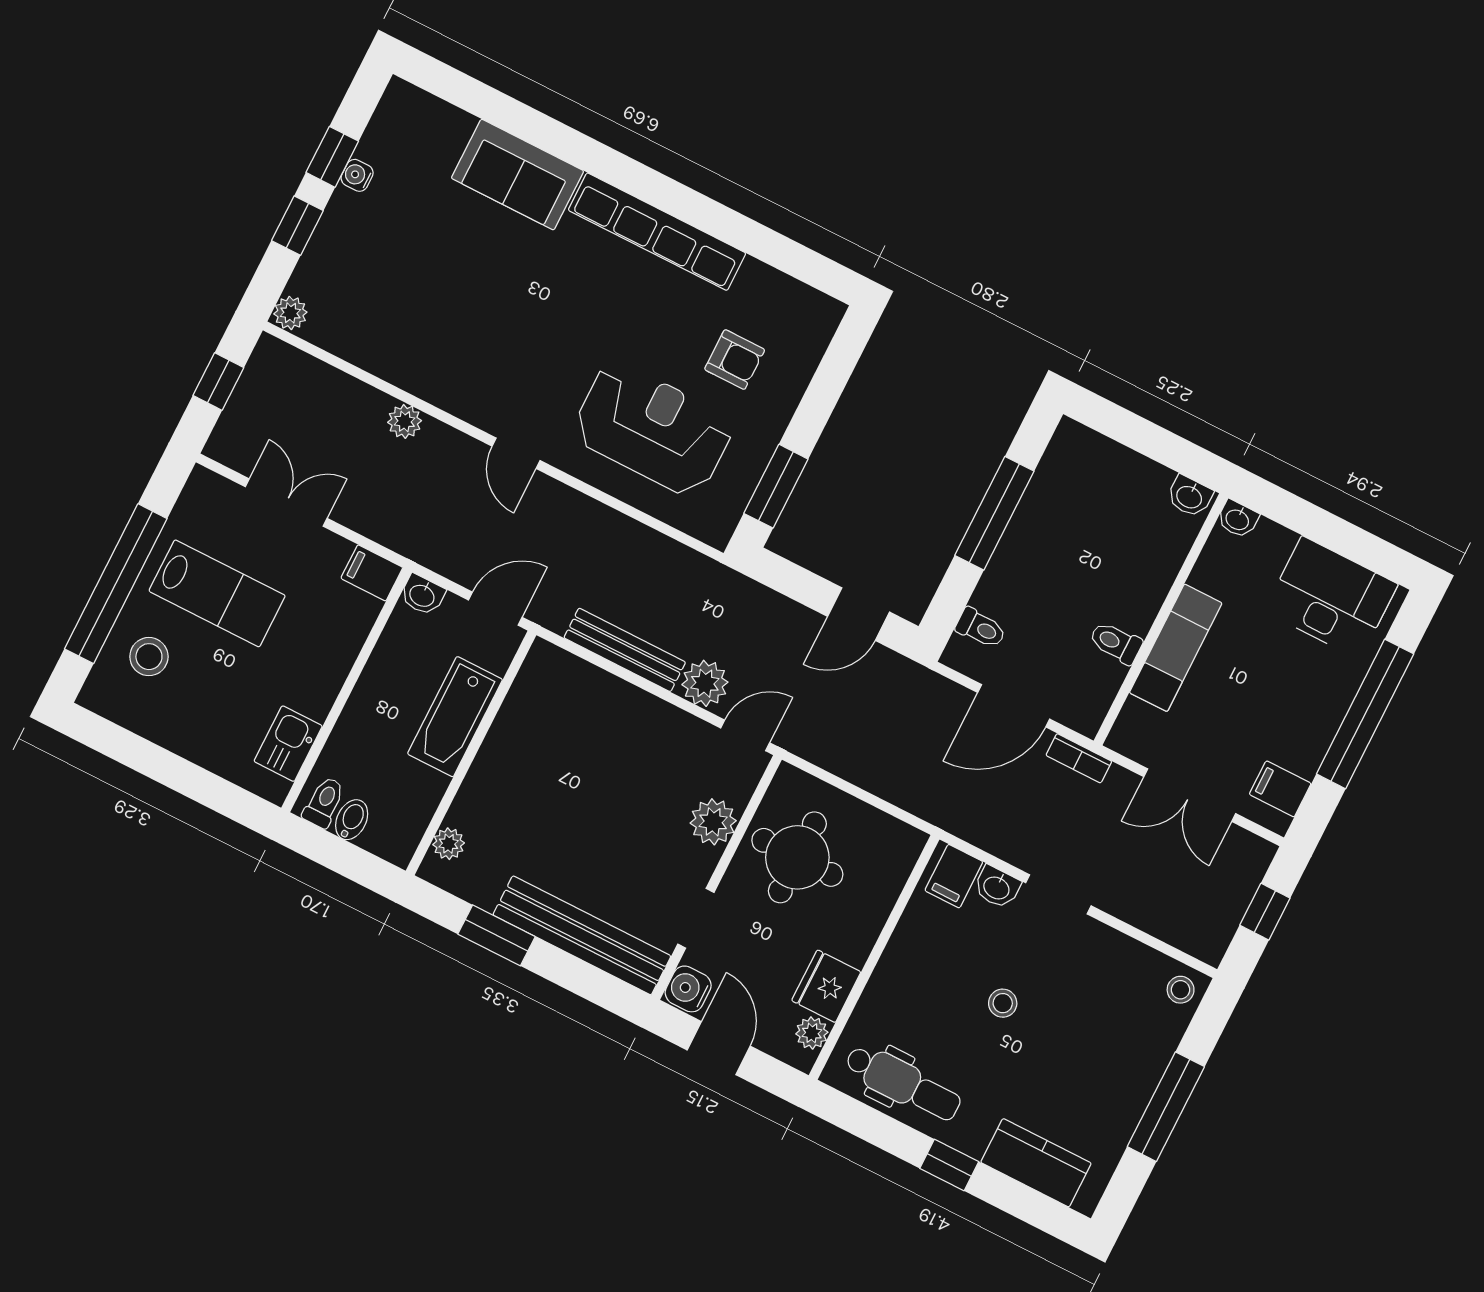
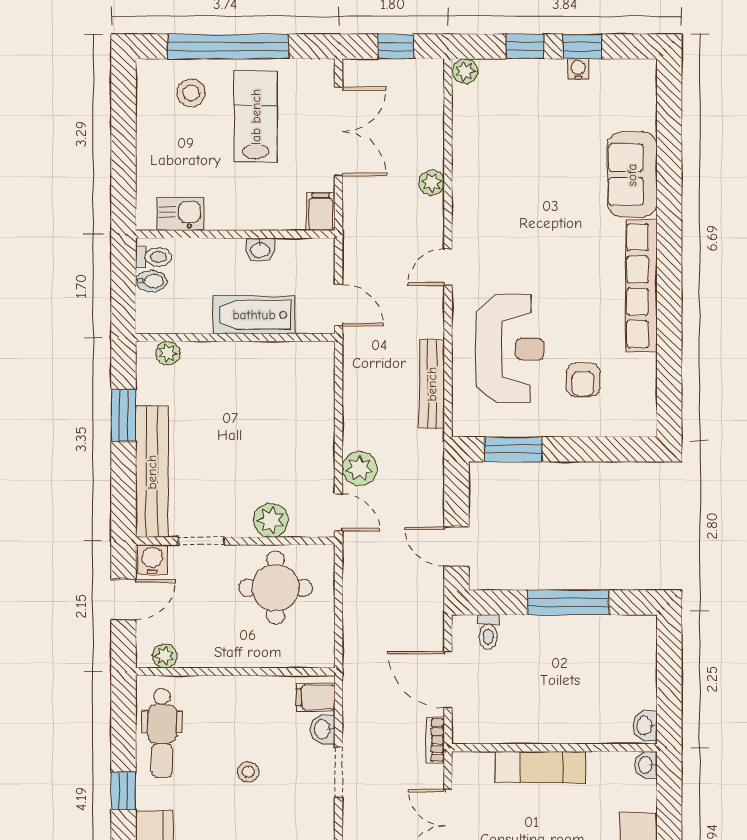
double door: (286, 503) -> (339, 132), width x1.37
lab bench: (217, 593) -> (256, 117), turned 180
washbasin: (422, 595) -> (260, 250), moved, turned -90
toilet: (1116, 643) -> (524, 726), removed
bench: (625, 650) -> (432, 384), moved
fridge: (826, 986) -> (200, 650), removed

